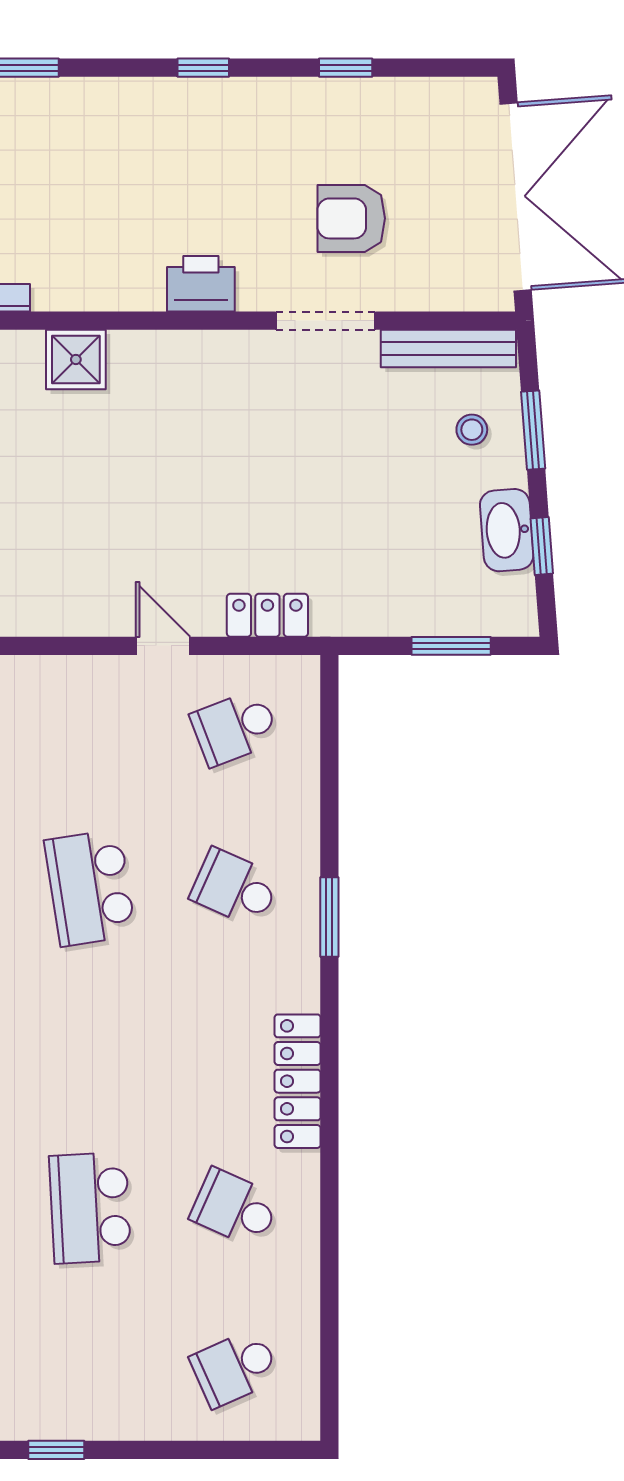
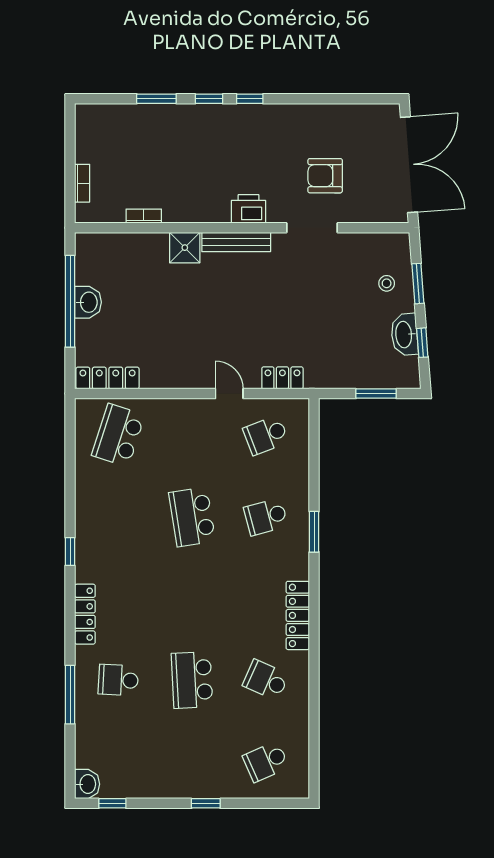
window: (346, 68) -> (209, 99), moved
bench: (448, 349) -> (236, 242), moved
school desk: (235, 888) -> (266, 517), turned -39
window: (56, 1450) -> (206, 803), moved

